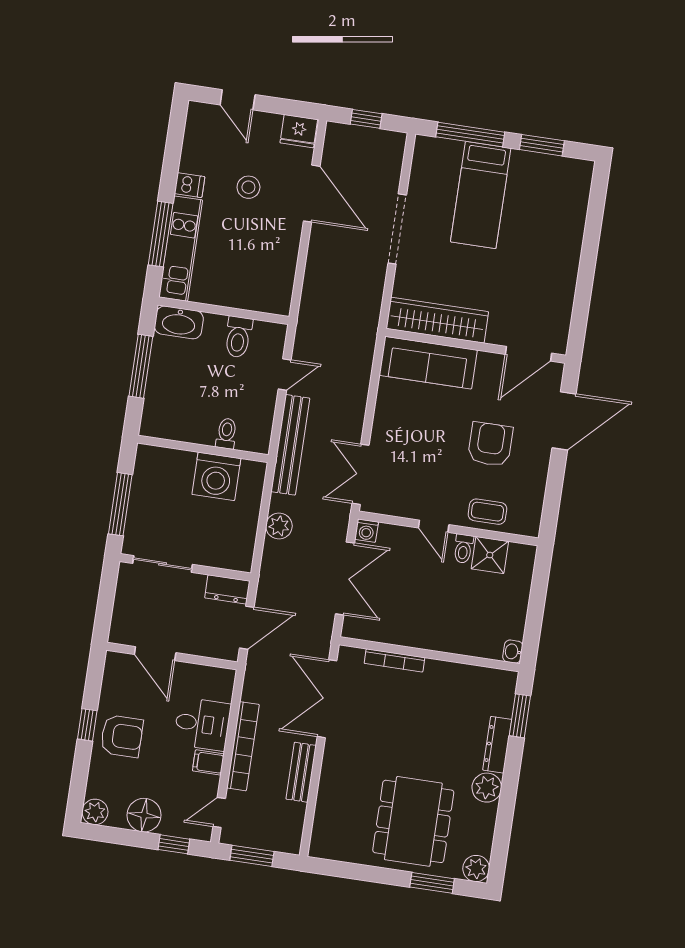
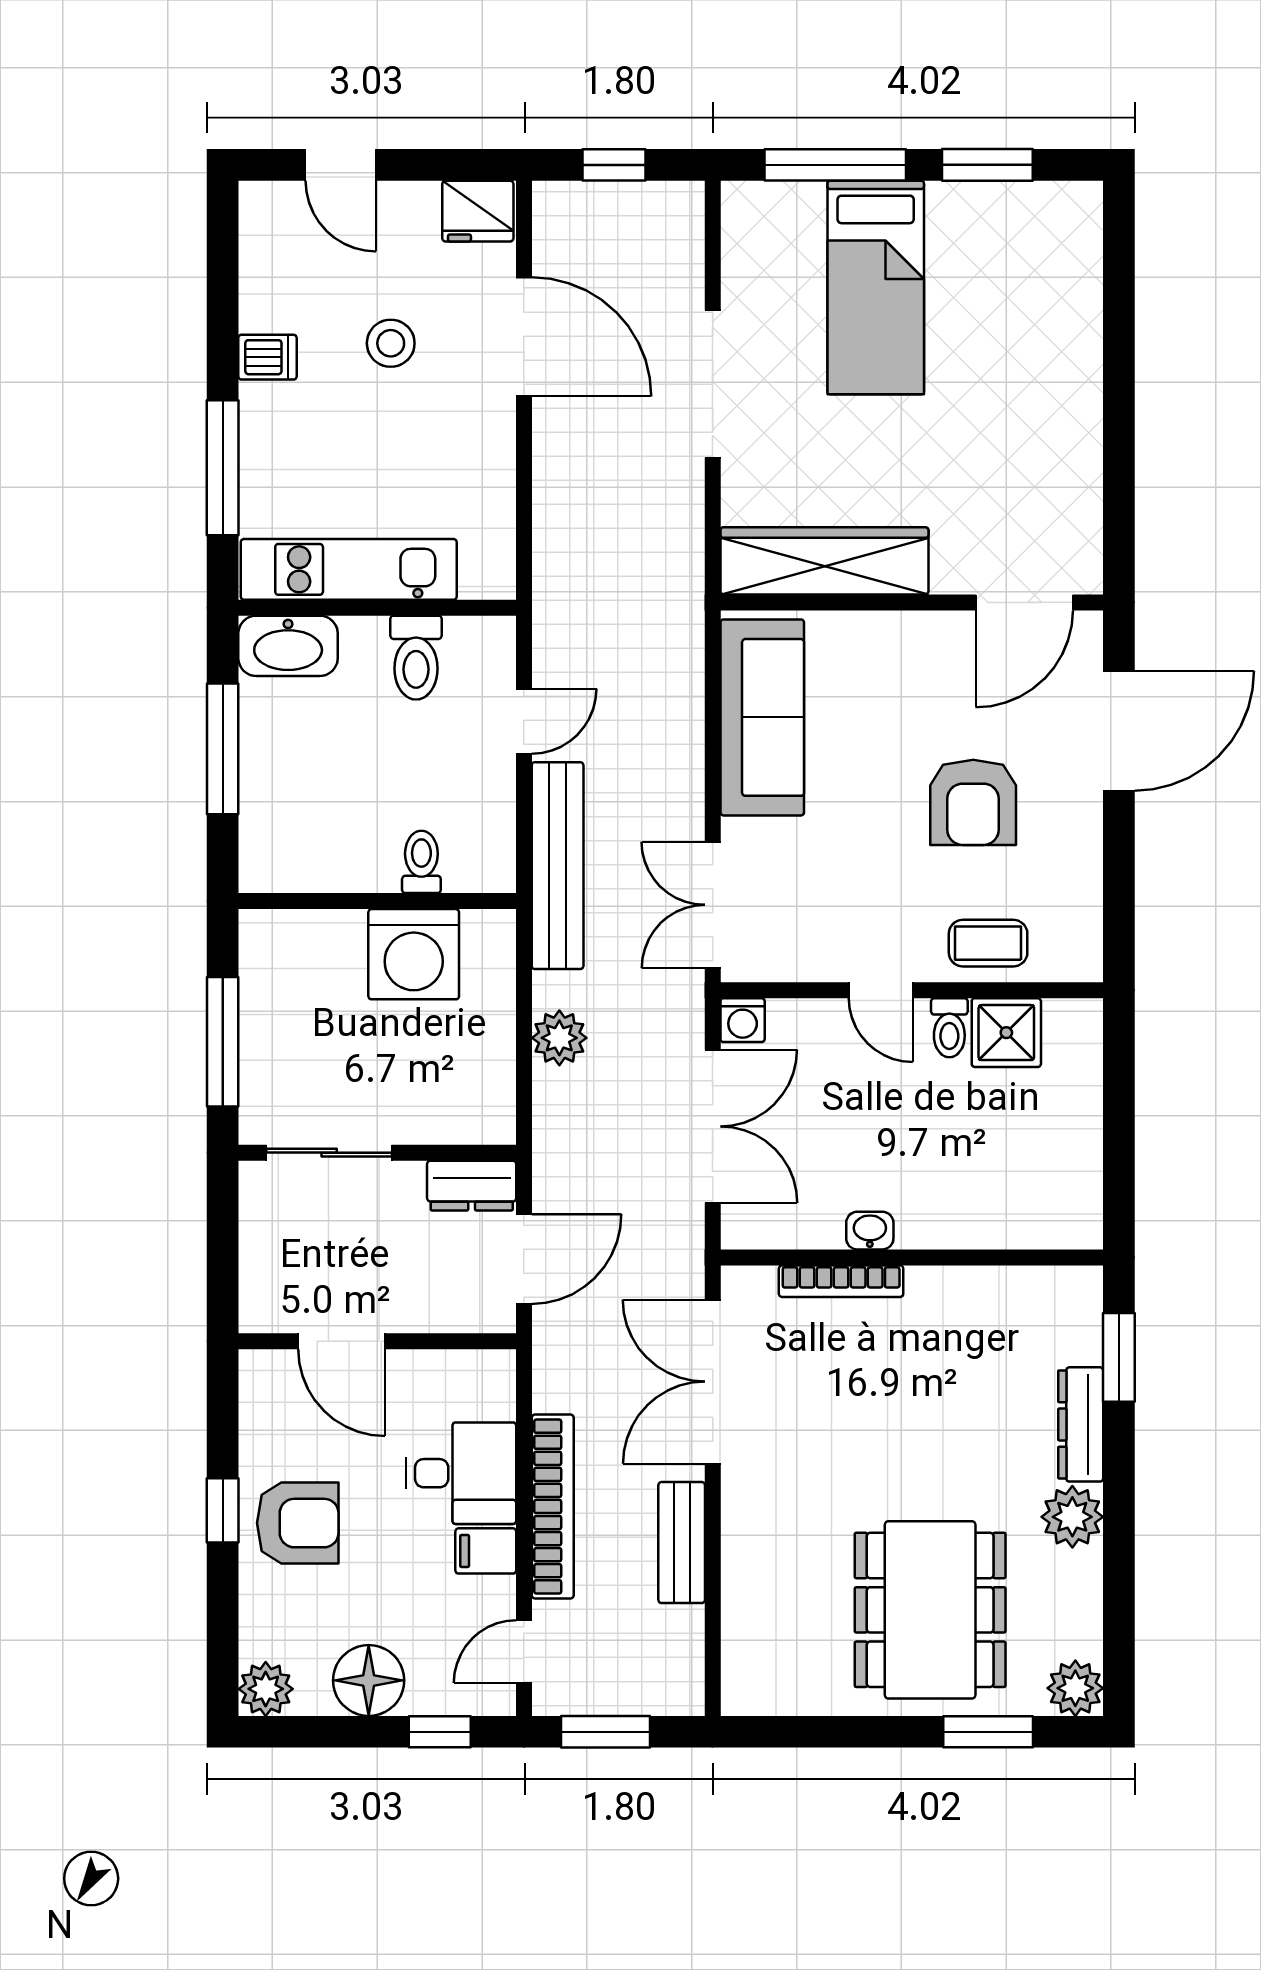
kitchen unit: (181, 249) -> (349, 569), moved, turned -90
sofa: (428, 363) -> (762, 717), moved, turned -90
armchair: (490, 444) -> (973, 802), turned 180
washbasin: (513, 652) -> (870, 1231), moved, turned 90

